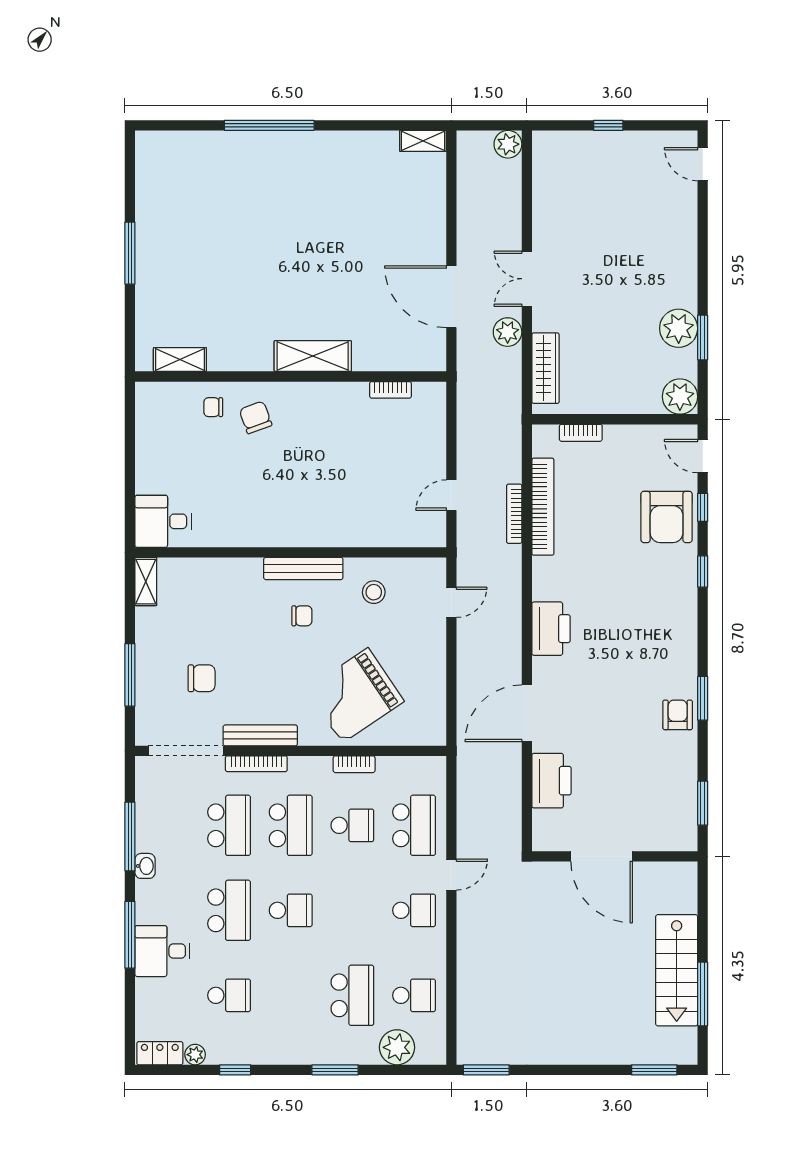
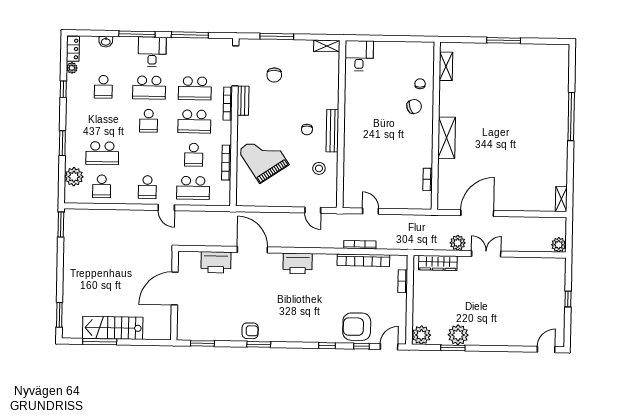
bench: (260, 735) -> (243, 101), width x0.73
bookcase: (354, 764) -> (226, 163), width x1.56
washbasin: (145, 866) -> (106, 42), moved
desk: (162, 951) -> (152, 52), moved

